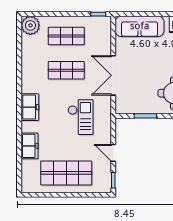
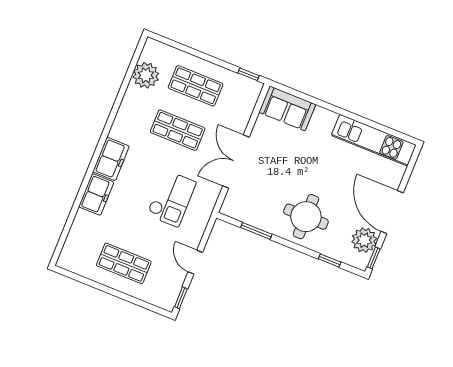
plant: (30, 25) -> (146, 75), moved
sofa: (140, 26) -> (287, 108), width x0.73
freezer: (30, 146) -> (96, 194), moved
shop shelf: (66, 173) -> (124, 263), width x0.70, depth x0.74

